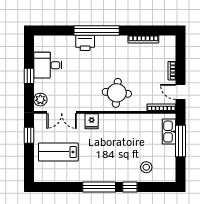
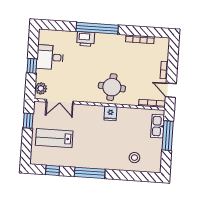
fridge: (92, 121) -> (110, 113), moved
window: (130, 187) -> (53, 170), moved

